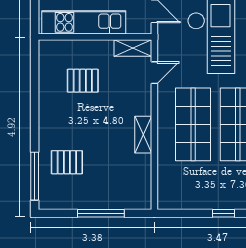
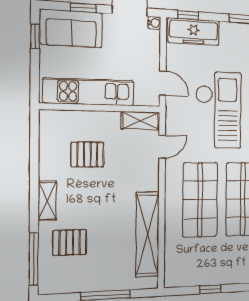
shelving: (46, 123) -> (47, 201), added
shelving: (143, 135) -> (147, 234), width x2.20, depth x1.33
window: (223, 213) -> (210, 289), moved

